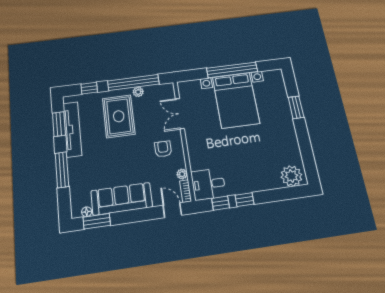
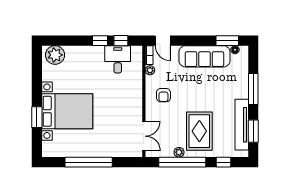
bed with nightstands: (236, 100) -> (67, 111), moved, turned 90
double door: (180, 114) -> (144, 136), moved
desk: (208, 184) -> (118, 59), moved, turned -90

